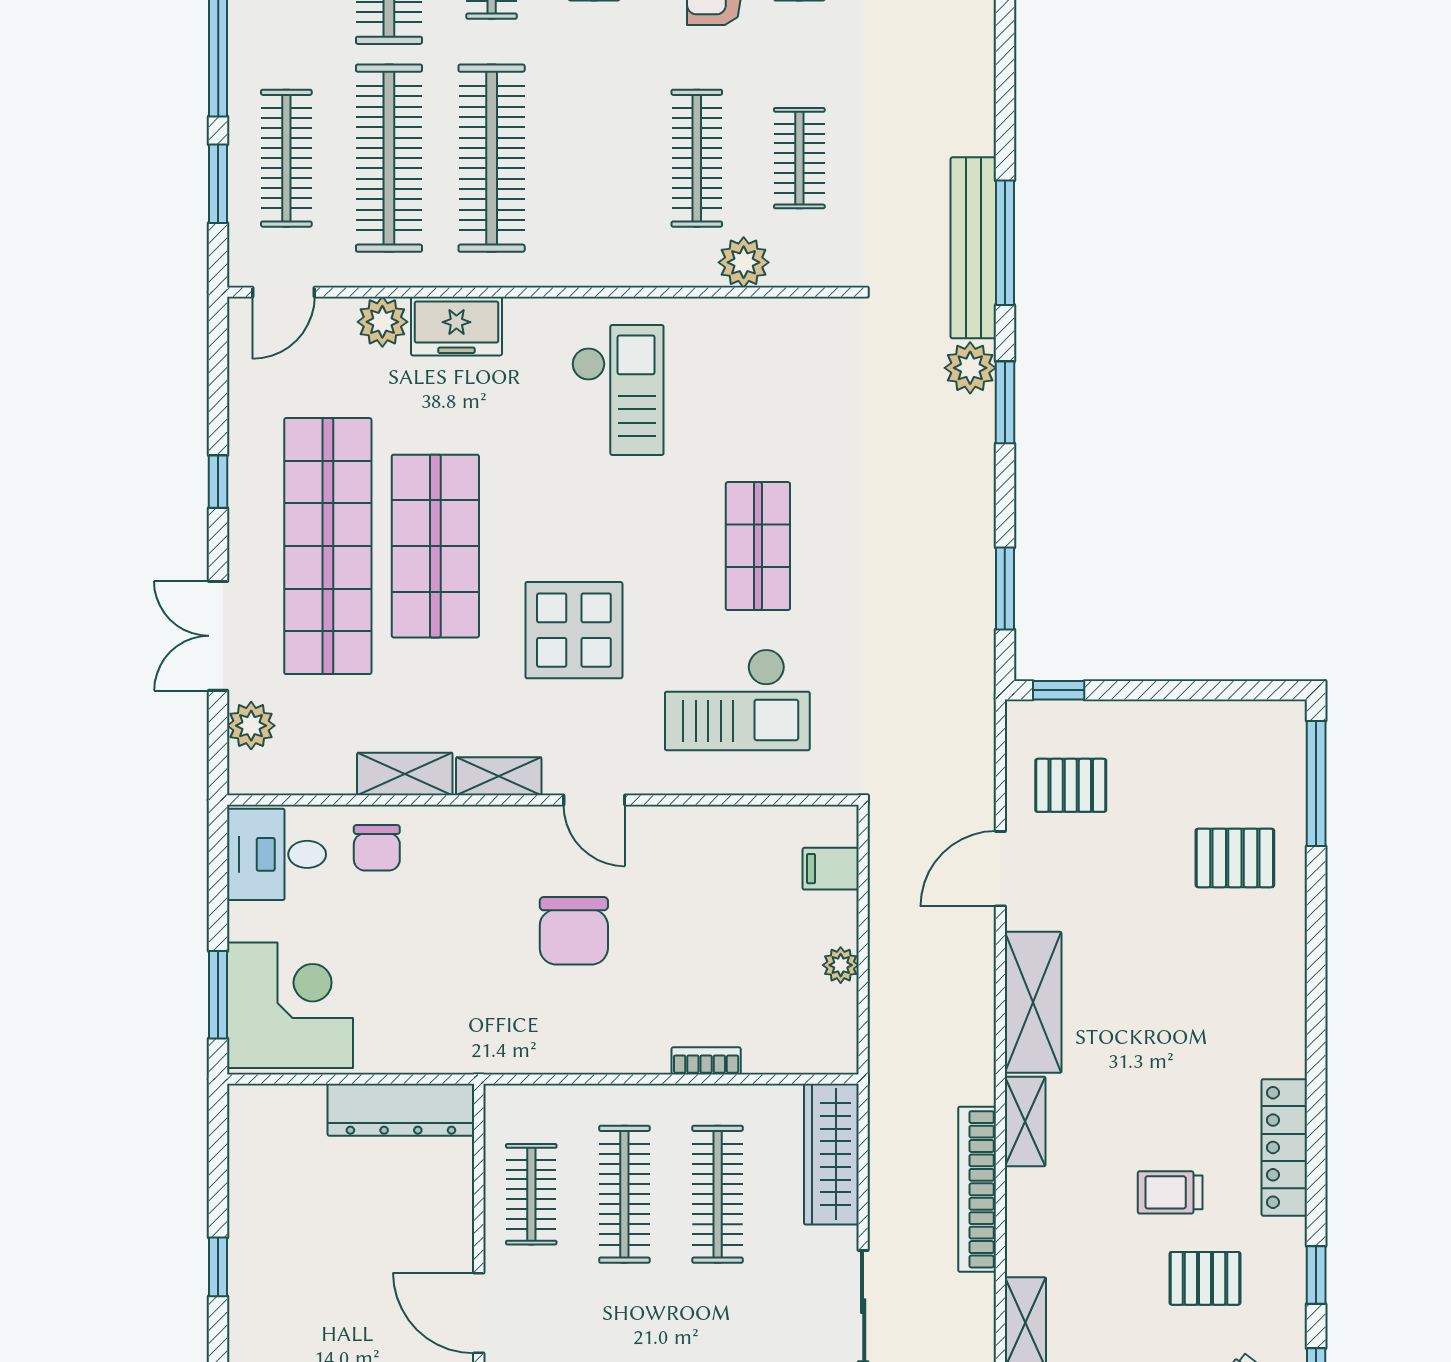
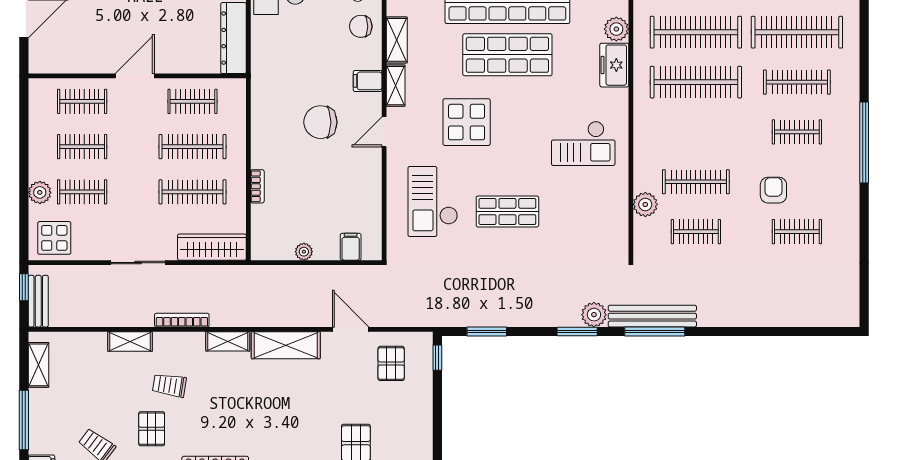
filing cabinet: (489, 834) -> (368, 81), added
bookcase: (977, 1189) -> (182, 320), width x0.68, depth x0.76
trolley: (1170, 1192) -> (169, 385), moved, turned -81

